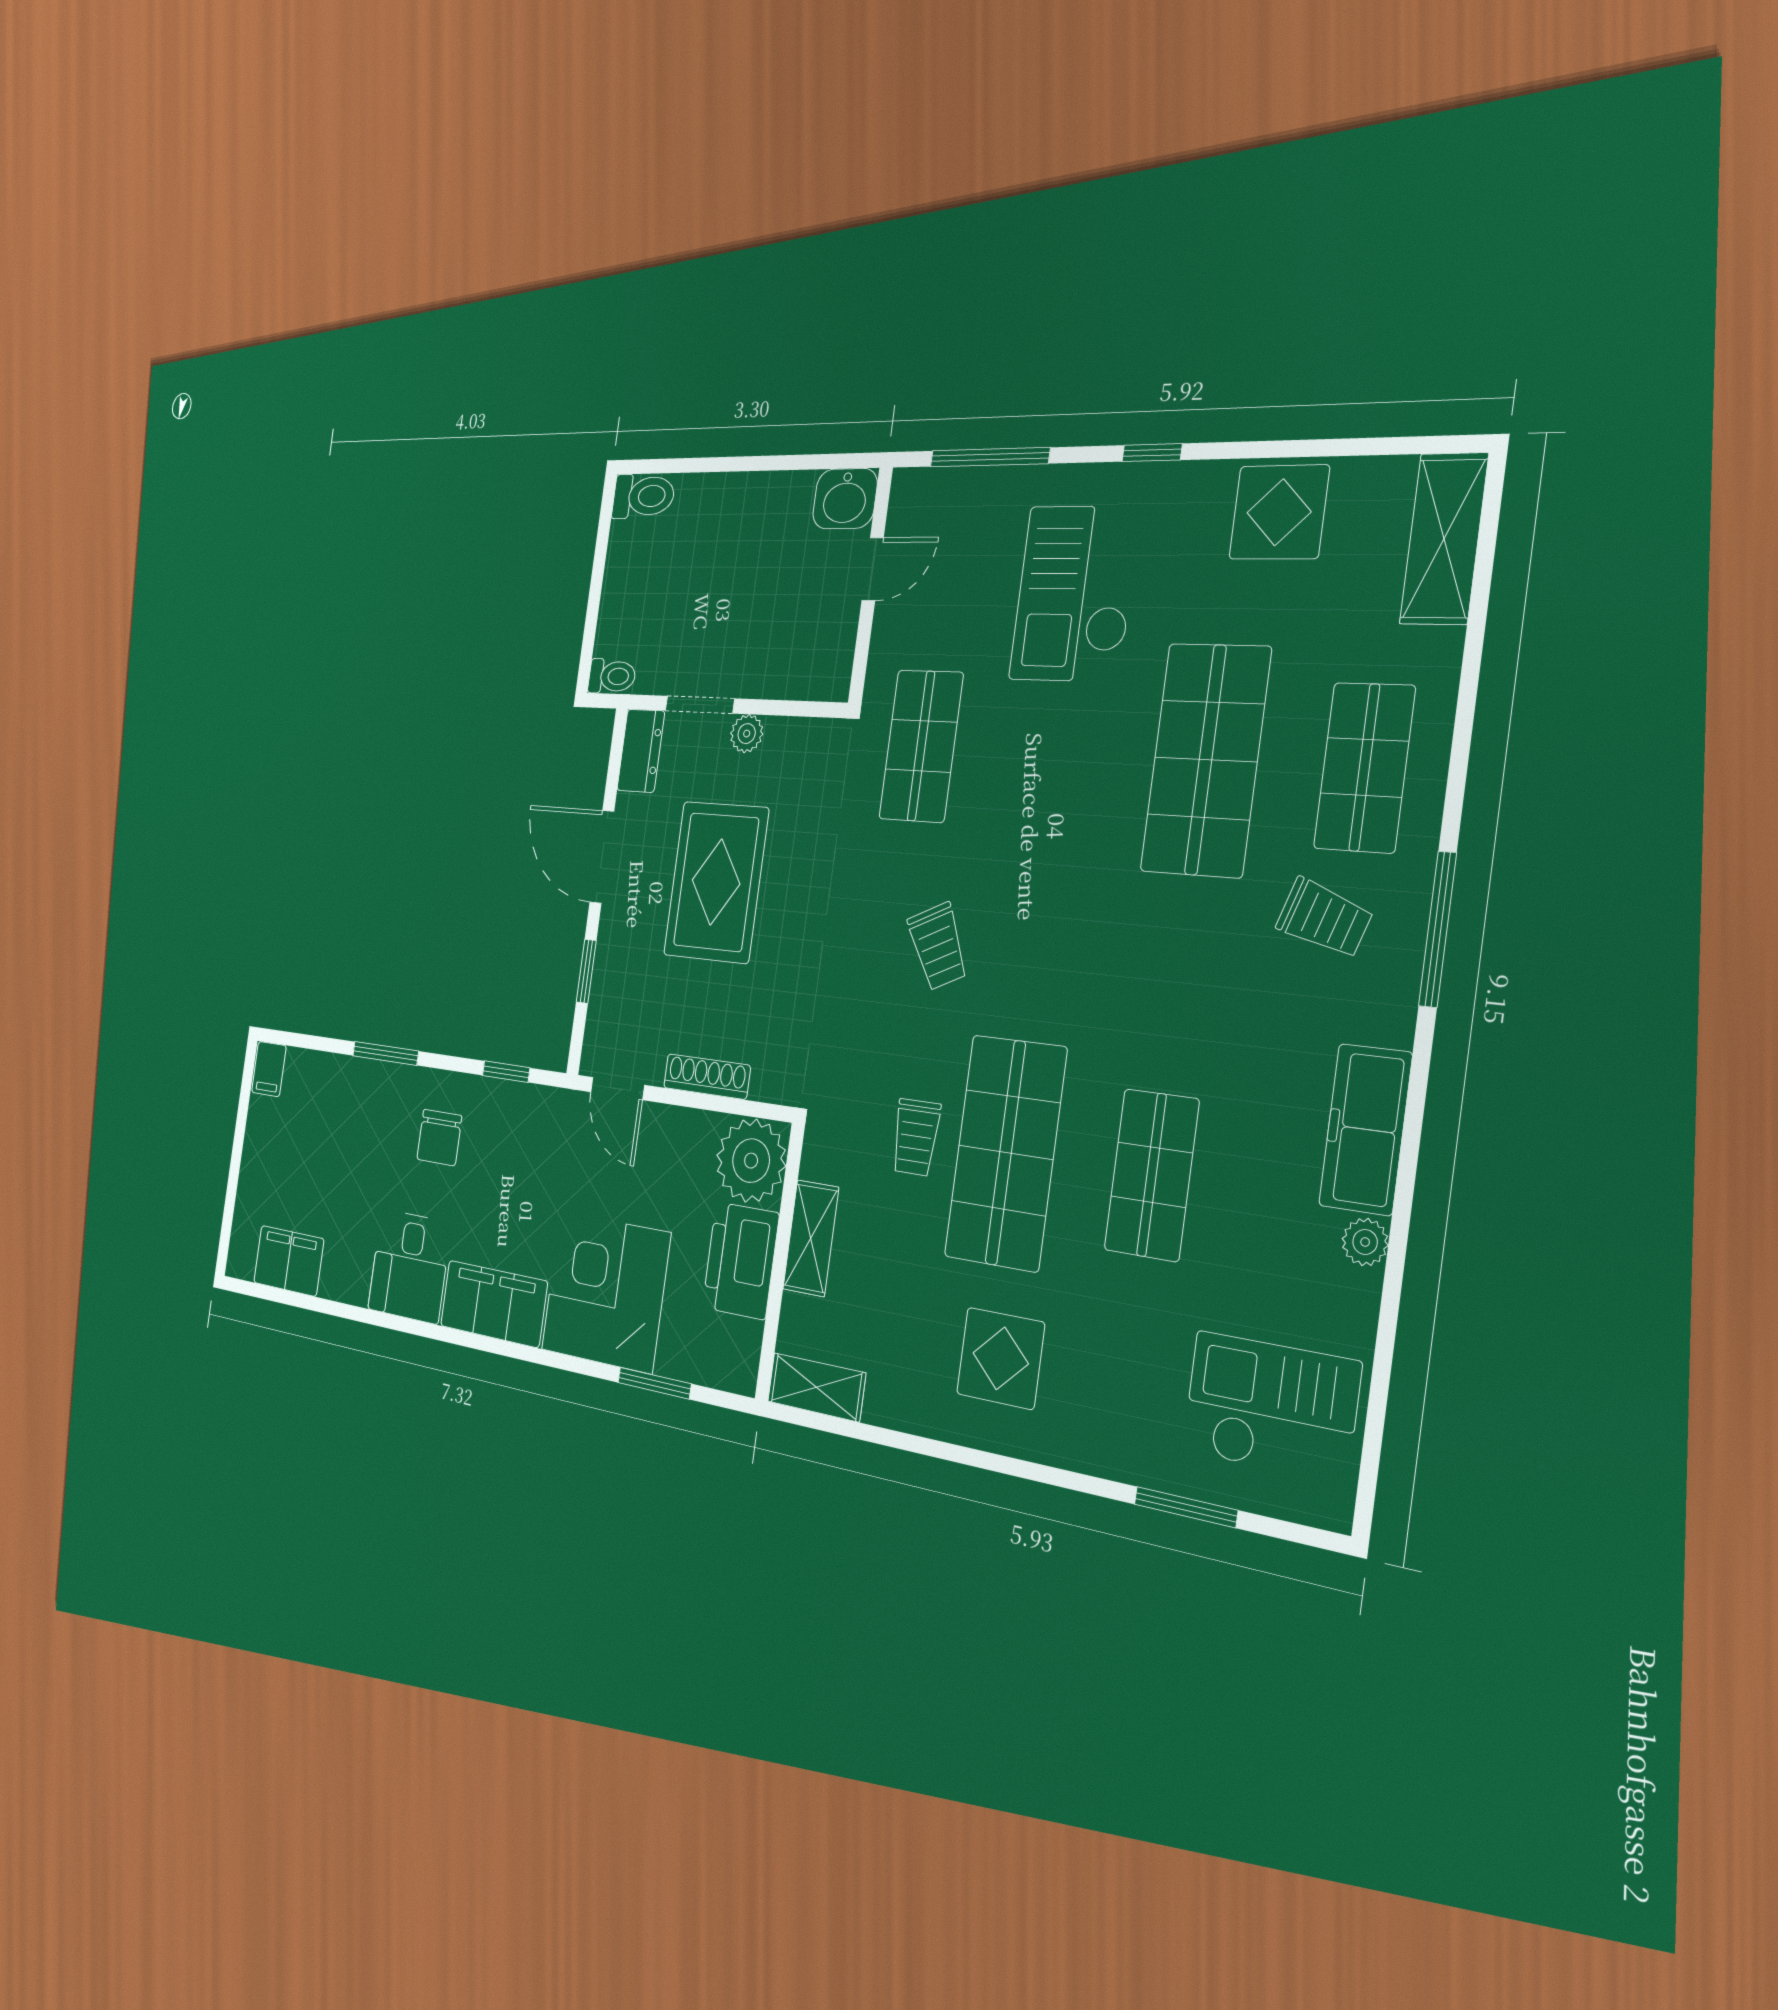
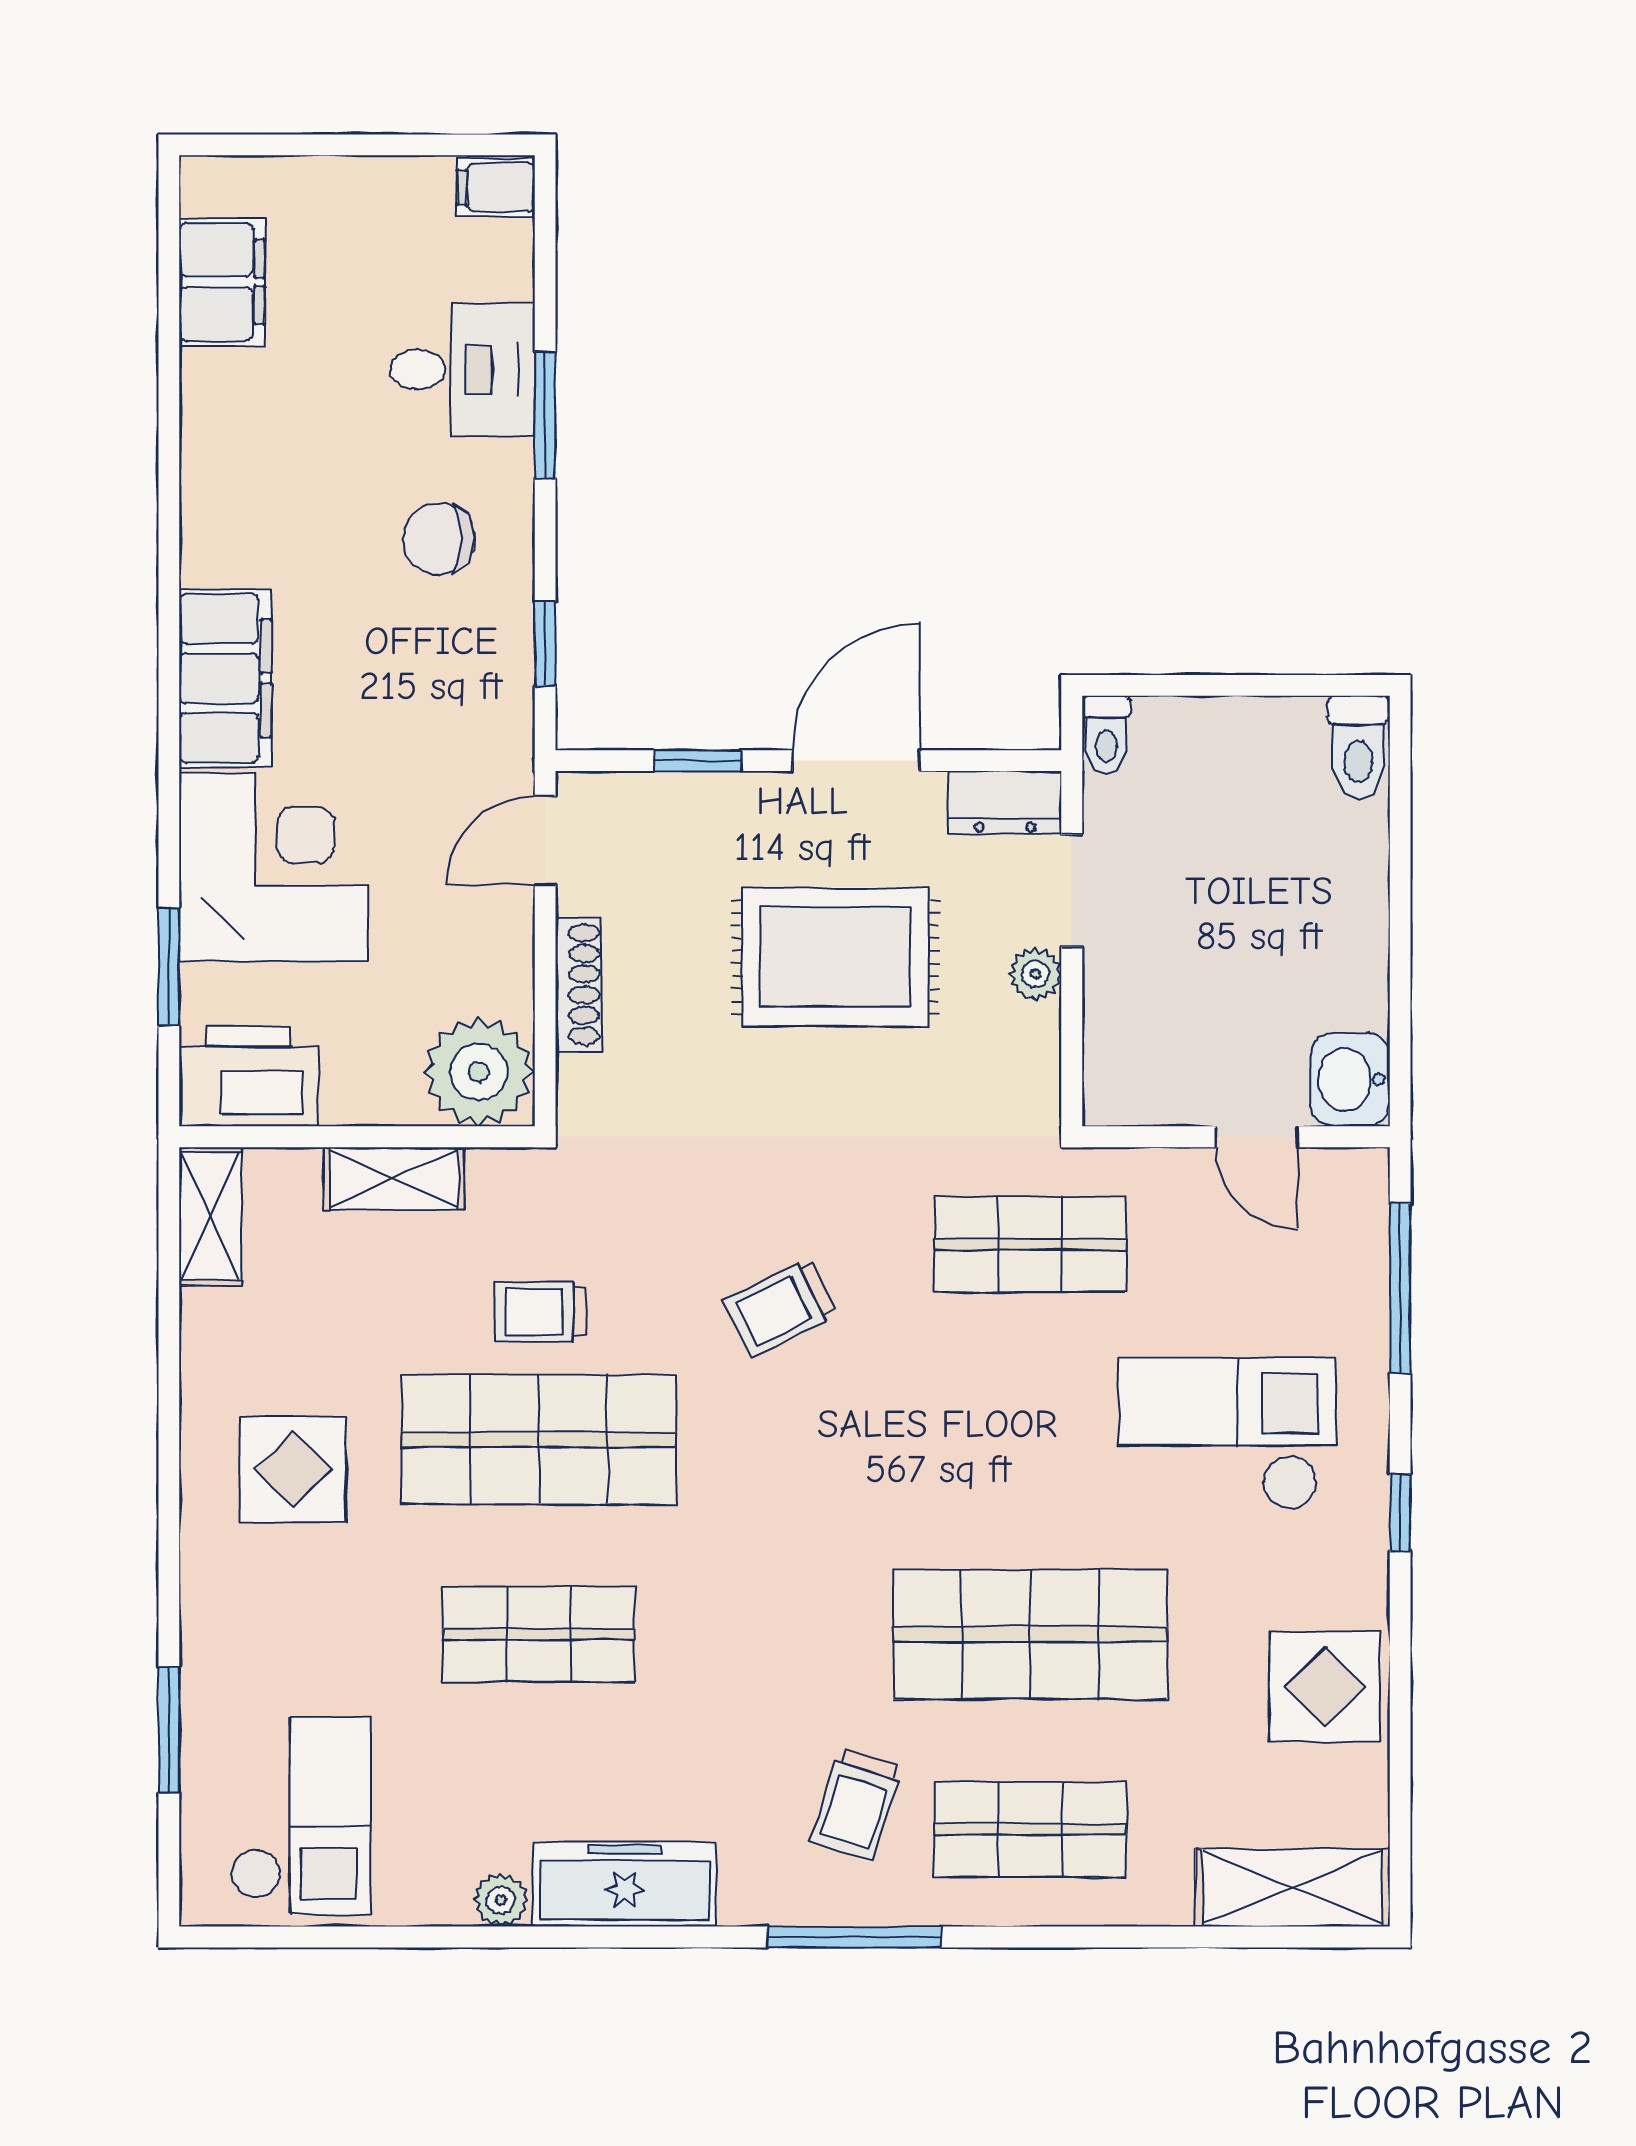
printer: (741, 1260) -> (249, 1076), moved
desk: (409, 1266) -> (462, 370), moved, turned 180

